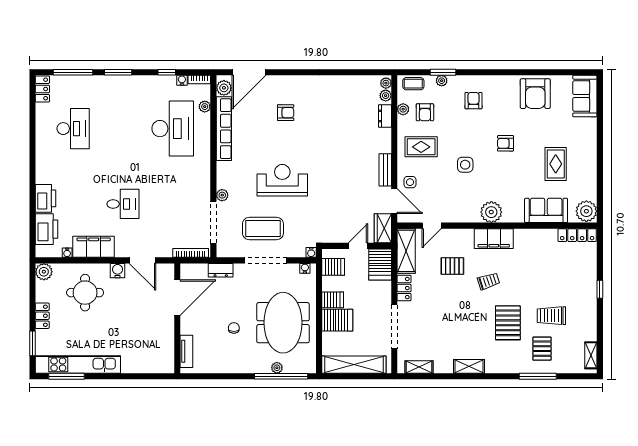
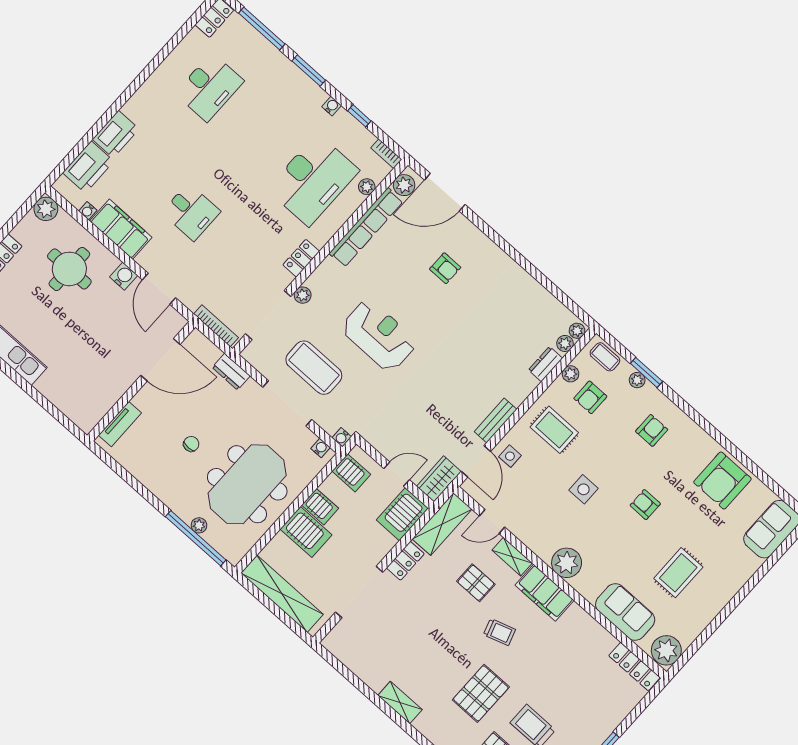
water cooler: (182, 80) -> (332, 106), moved
locker: (204, 176) -> (301, 258), added
shelving: (419, 367) -> (512, 557), moved

